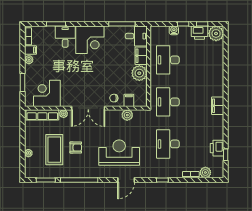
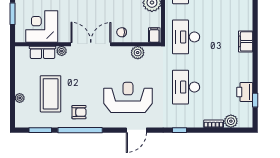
filing cabinet: (129, 100) -> (154, 35), moved
double door: (88, 108) -> (91, 44), swing flipped
row of seats: (42, 115) -> (43, 52), width x0.68
armchair: (76, 148) -> (79, 112), moved

